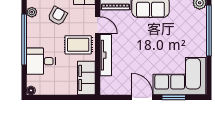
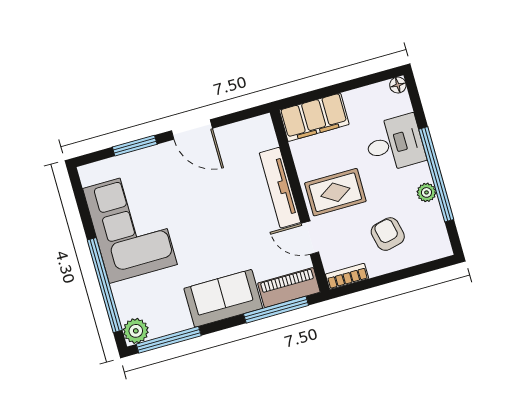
plant: (32, 12) -> (426, 192), moved
armchair: (57, 16) -> (388, 234), turned 138
corner sofa: (179, 76) -> (130, 227), moved, turned -90
filing cabinet: (86, 78) -> (314, 117), moved, turned 90

